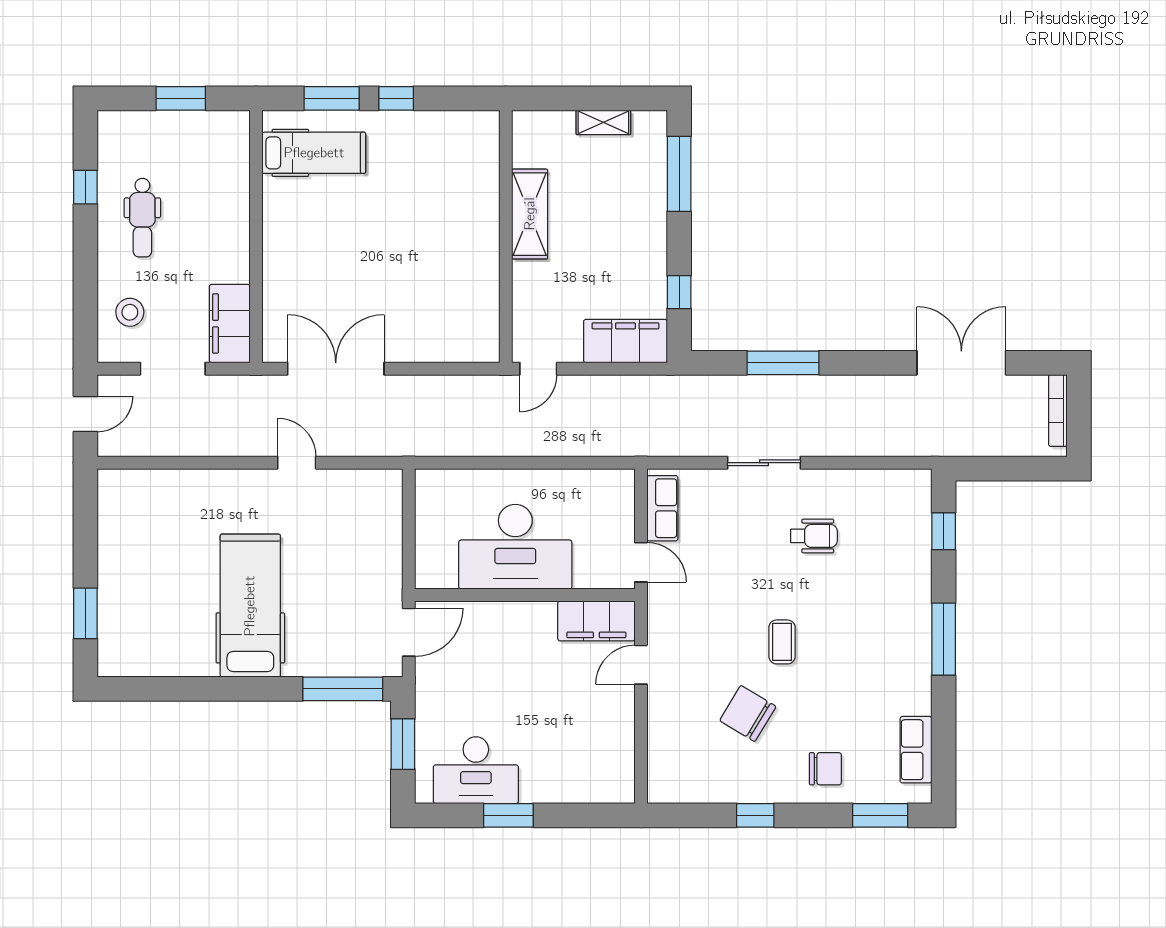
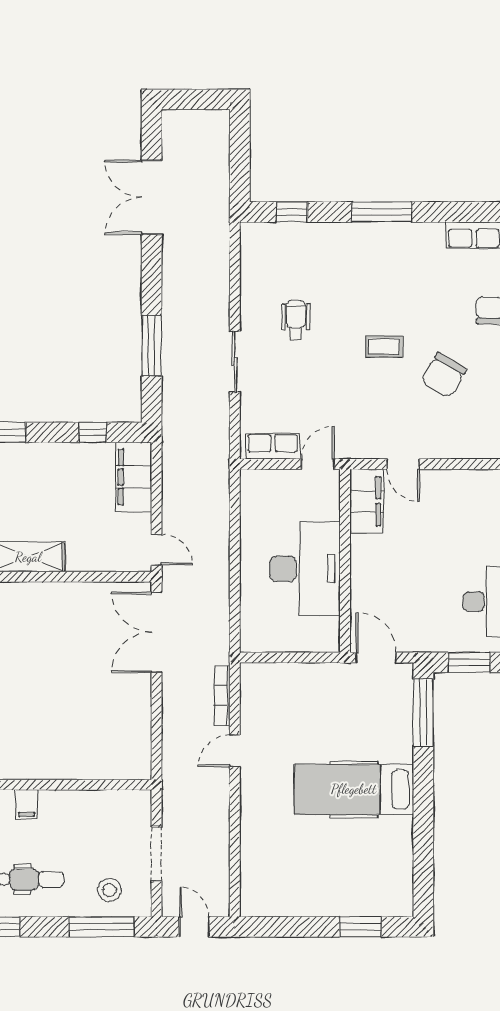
window: (85, 303) -> (101, 927), added
filing cabinet: (230, 324) -> (27, 804), moved, width x0.33, depth x0.86
double door: (336, 369) -> (156, 632), moved
bookcase: (1058, 411) -> (222, 695), moved, turned 90

